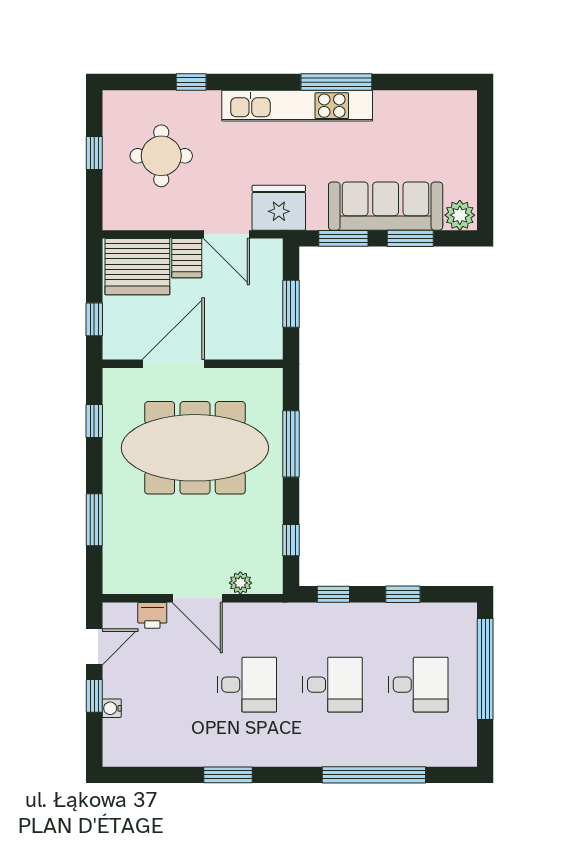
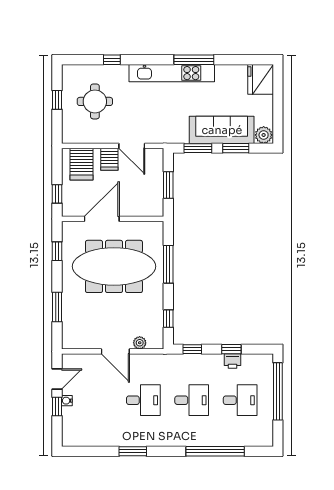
fridge: (279, 208) -> (261, 79), moved, turned -90
server rack: (137, 267) -> (81, 164), width x0.62
printer: (152, 615) -> (233, 361), moved
water cooler: (112, 708) -> (67, 401), moved

